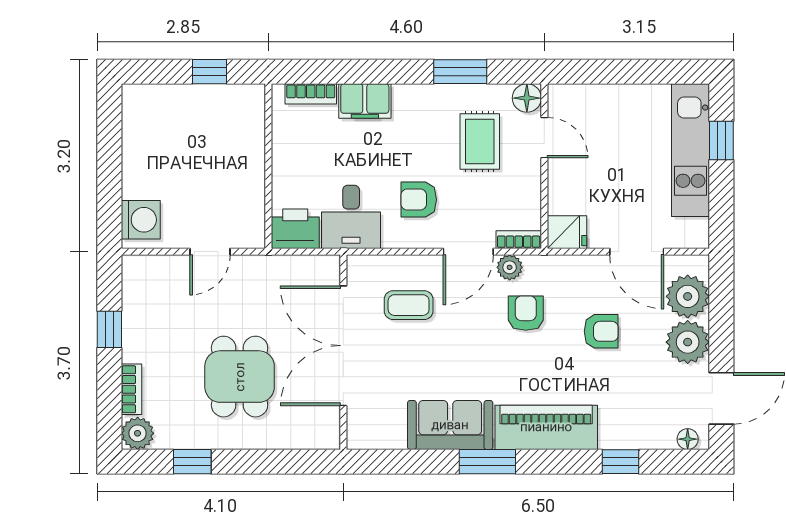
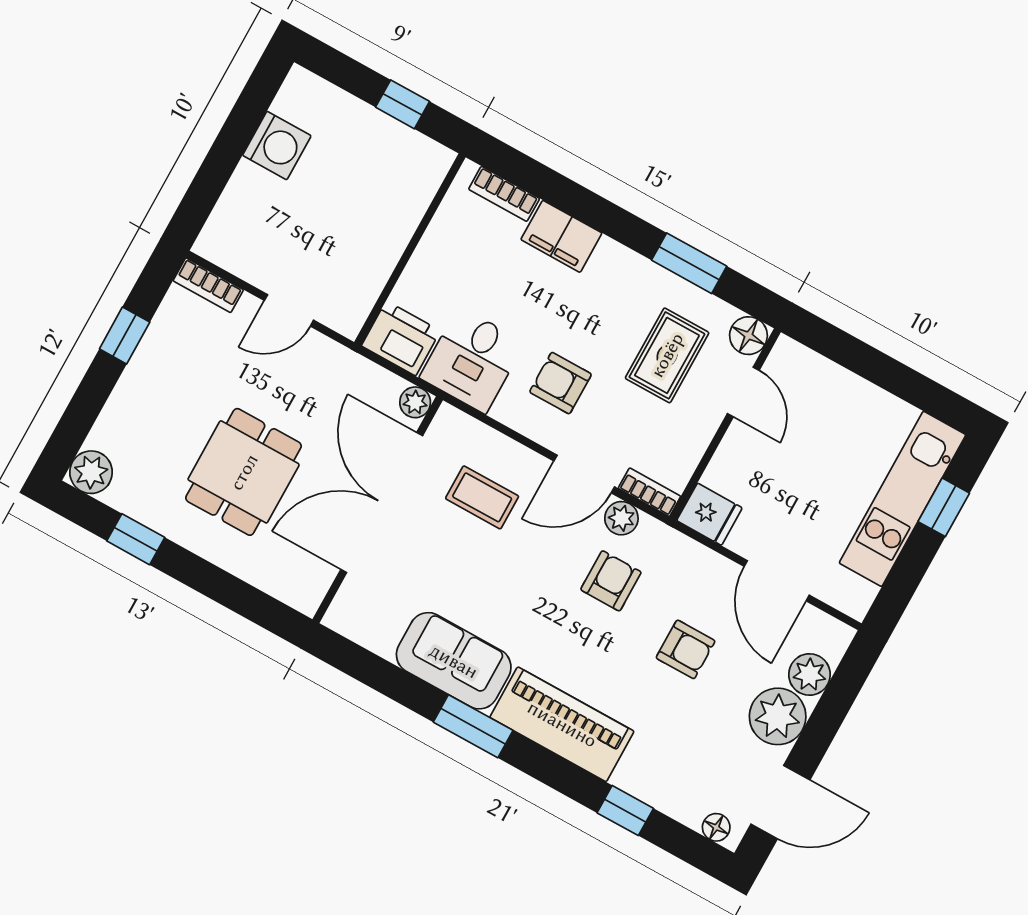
washing machine: (141, 220) -> (277, 146), moved
plant: (329, 266) -> (415, 402), added
plant: (688, 296) -> (809, 675), width x0.73, depth x0.73
bookcase: (131, 389) -> (208, 285), moved, turned 90

